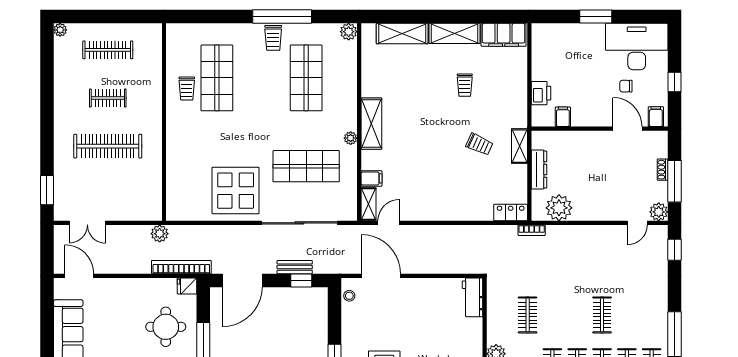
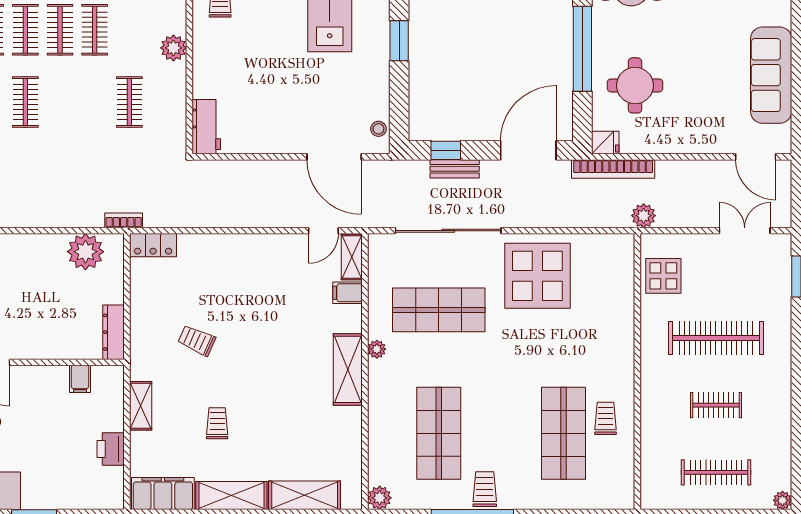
printer: (541, 93) -> (111, 449), moved
shelving: (519, 146) -> (141, 406), moved
dresser: (539, 170) -> (114, 332), moved
display table: (145, 191) -> (663, 276), added

